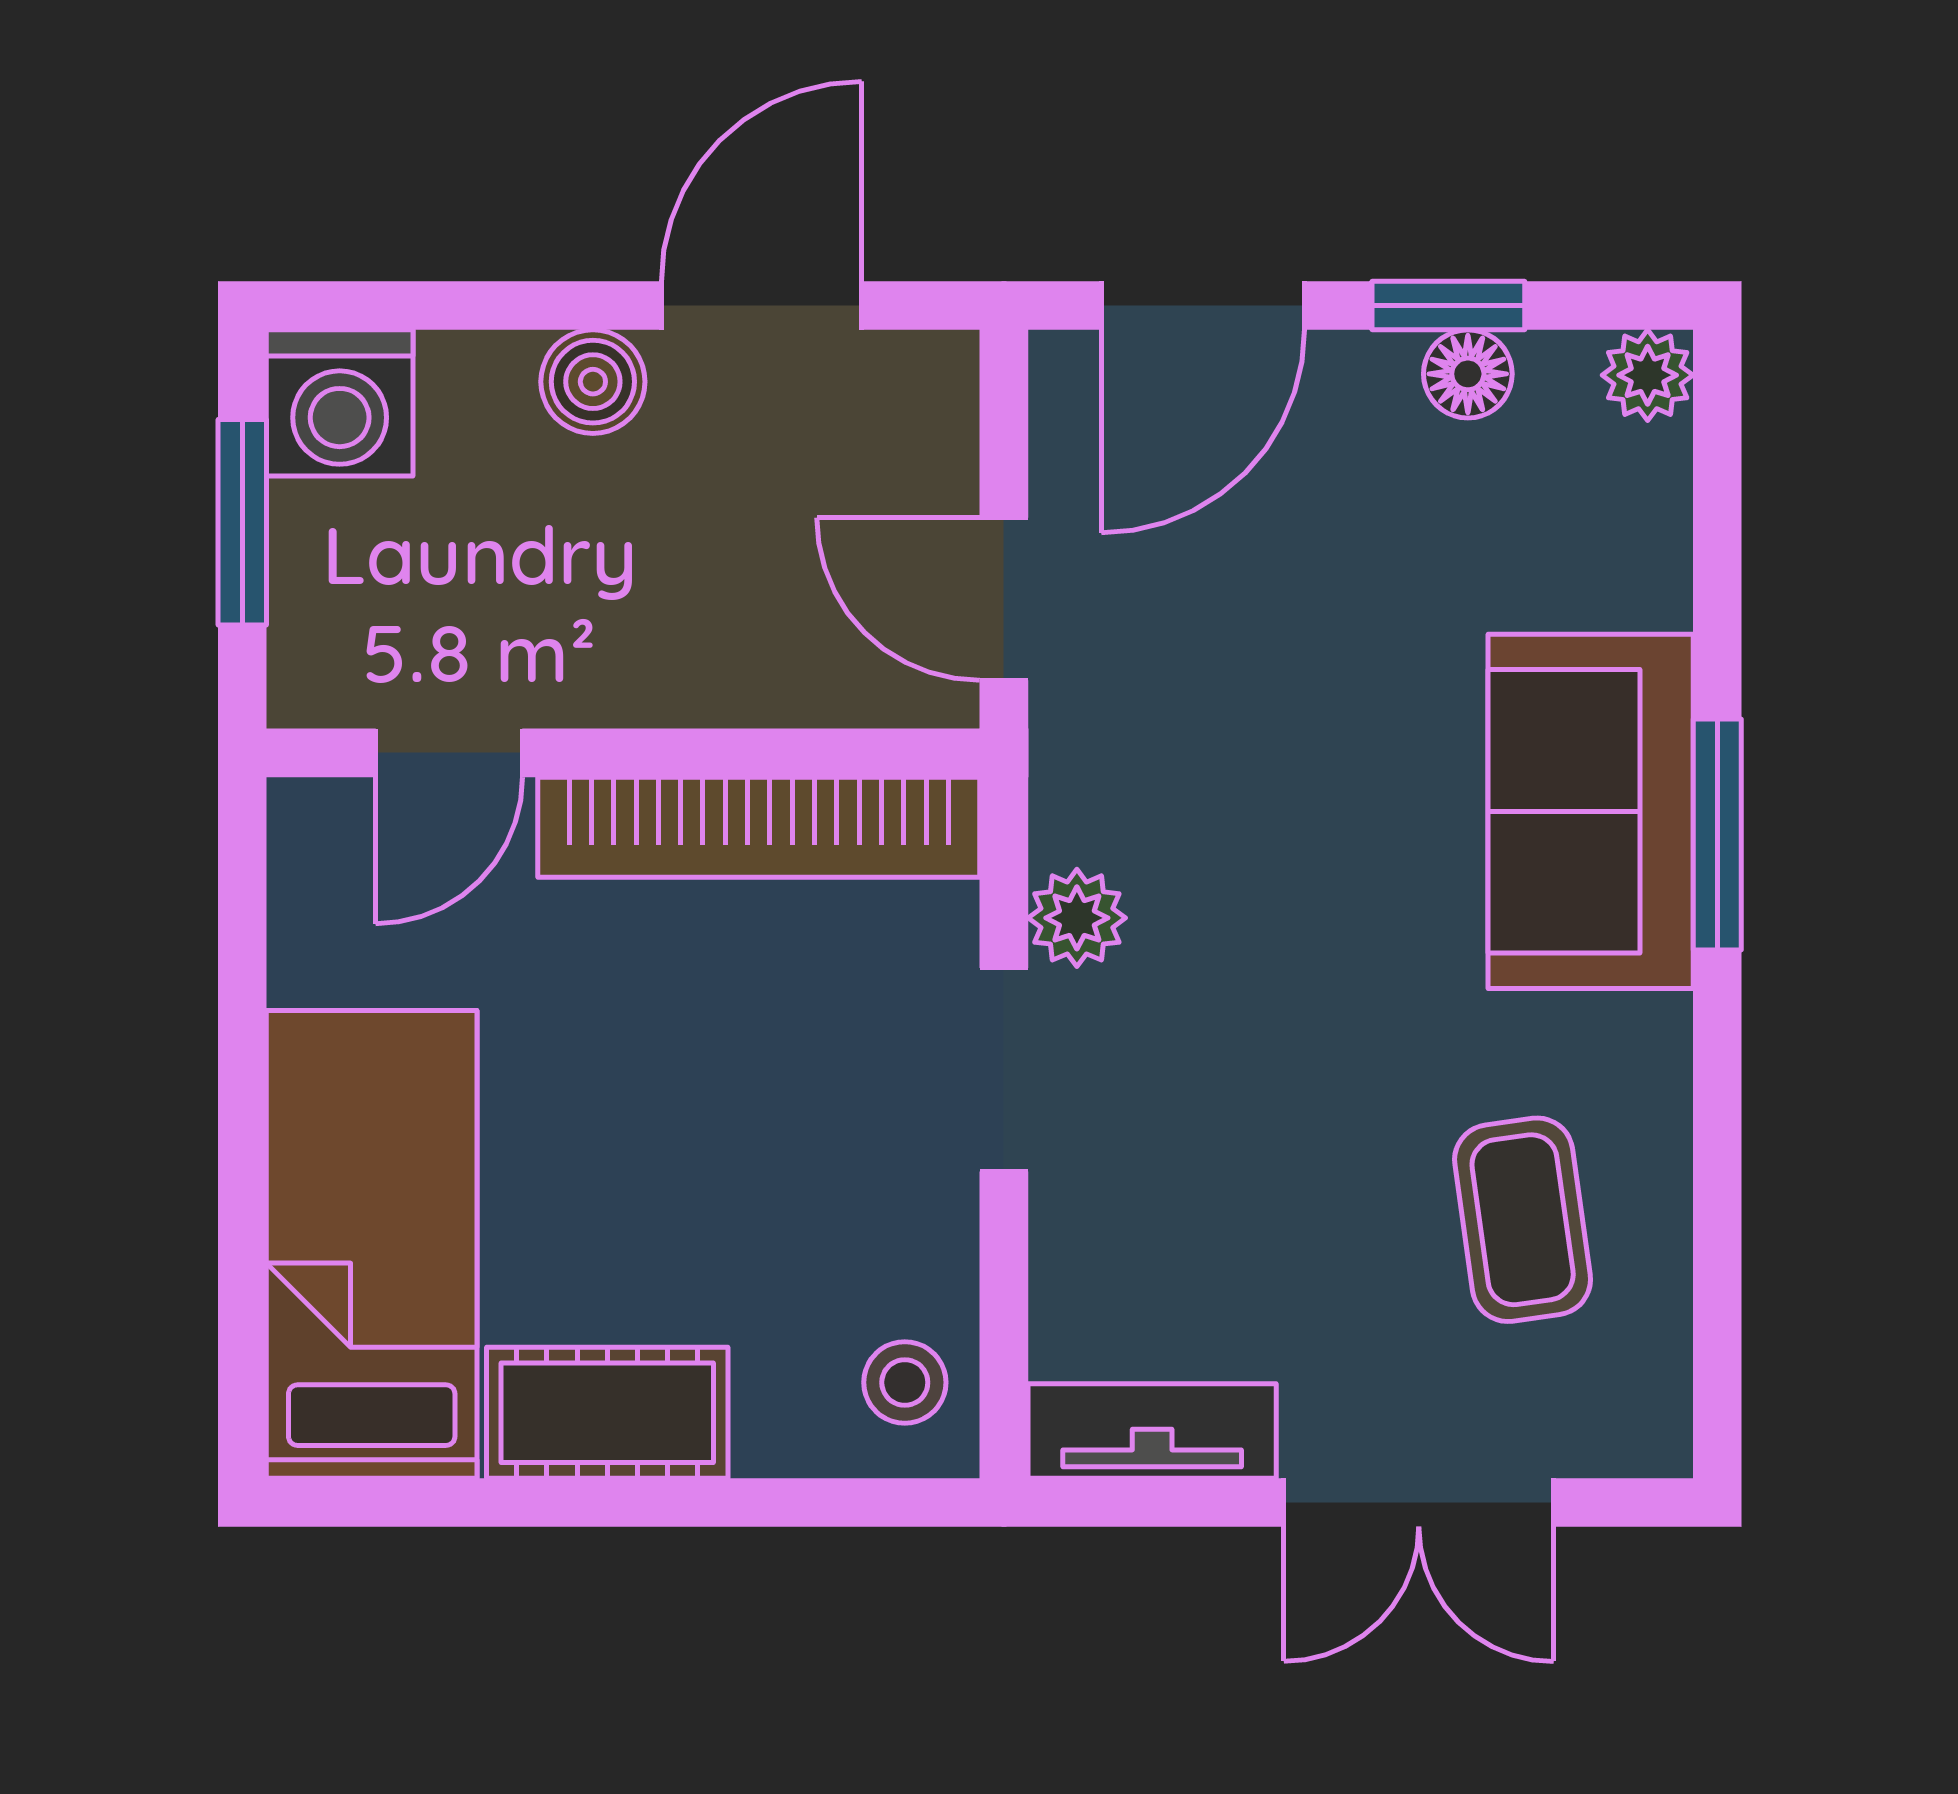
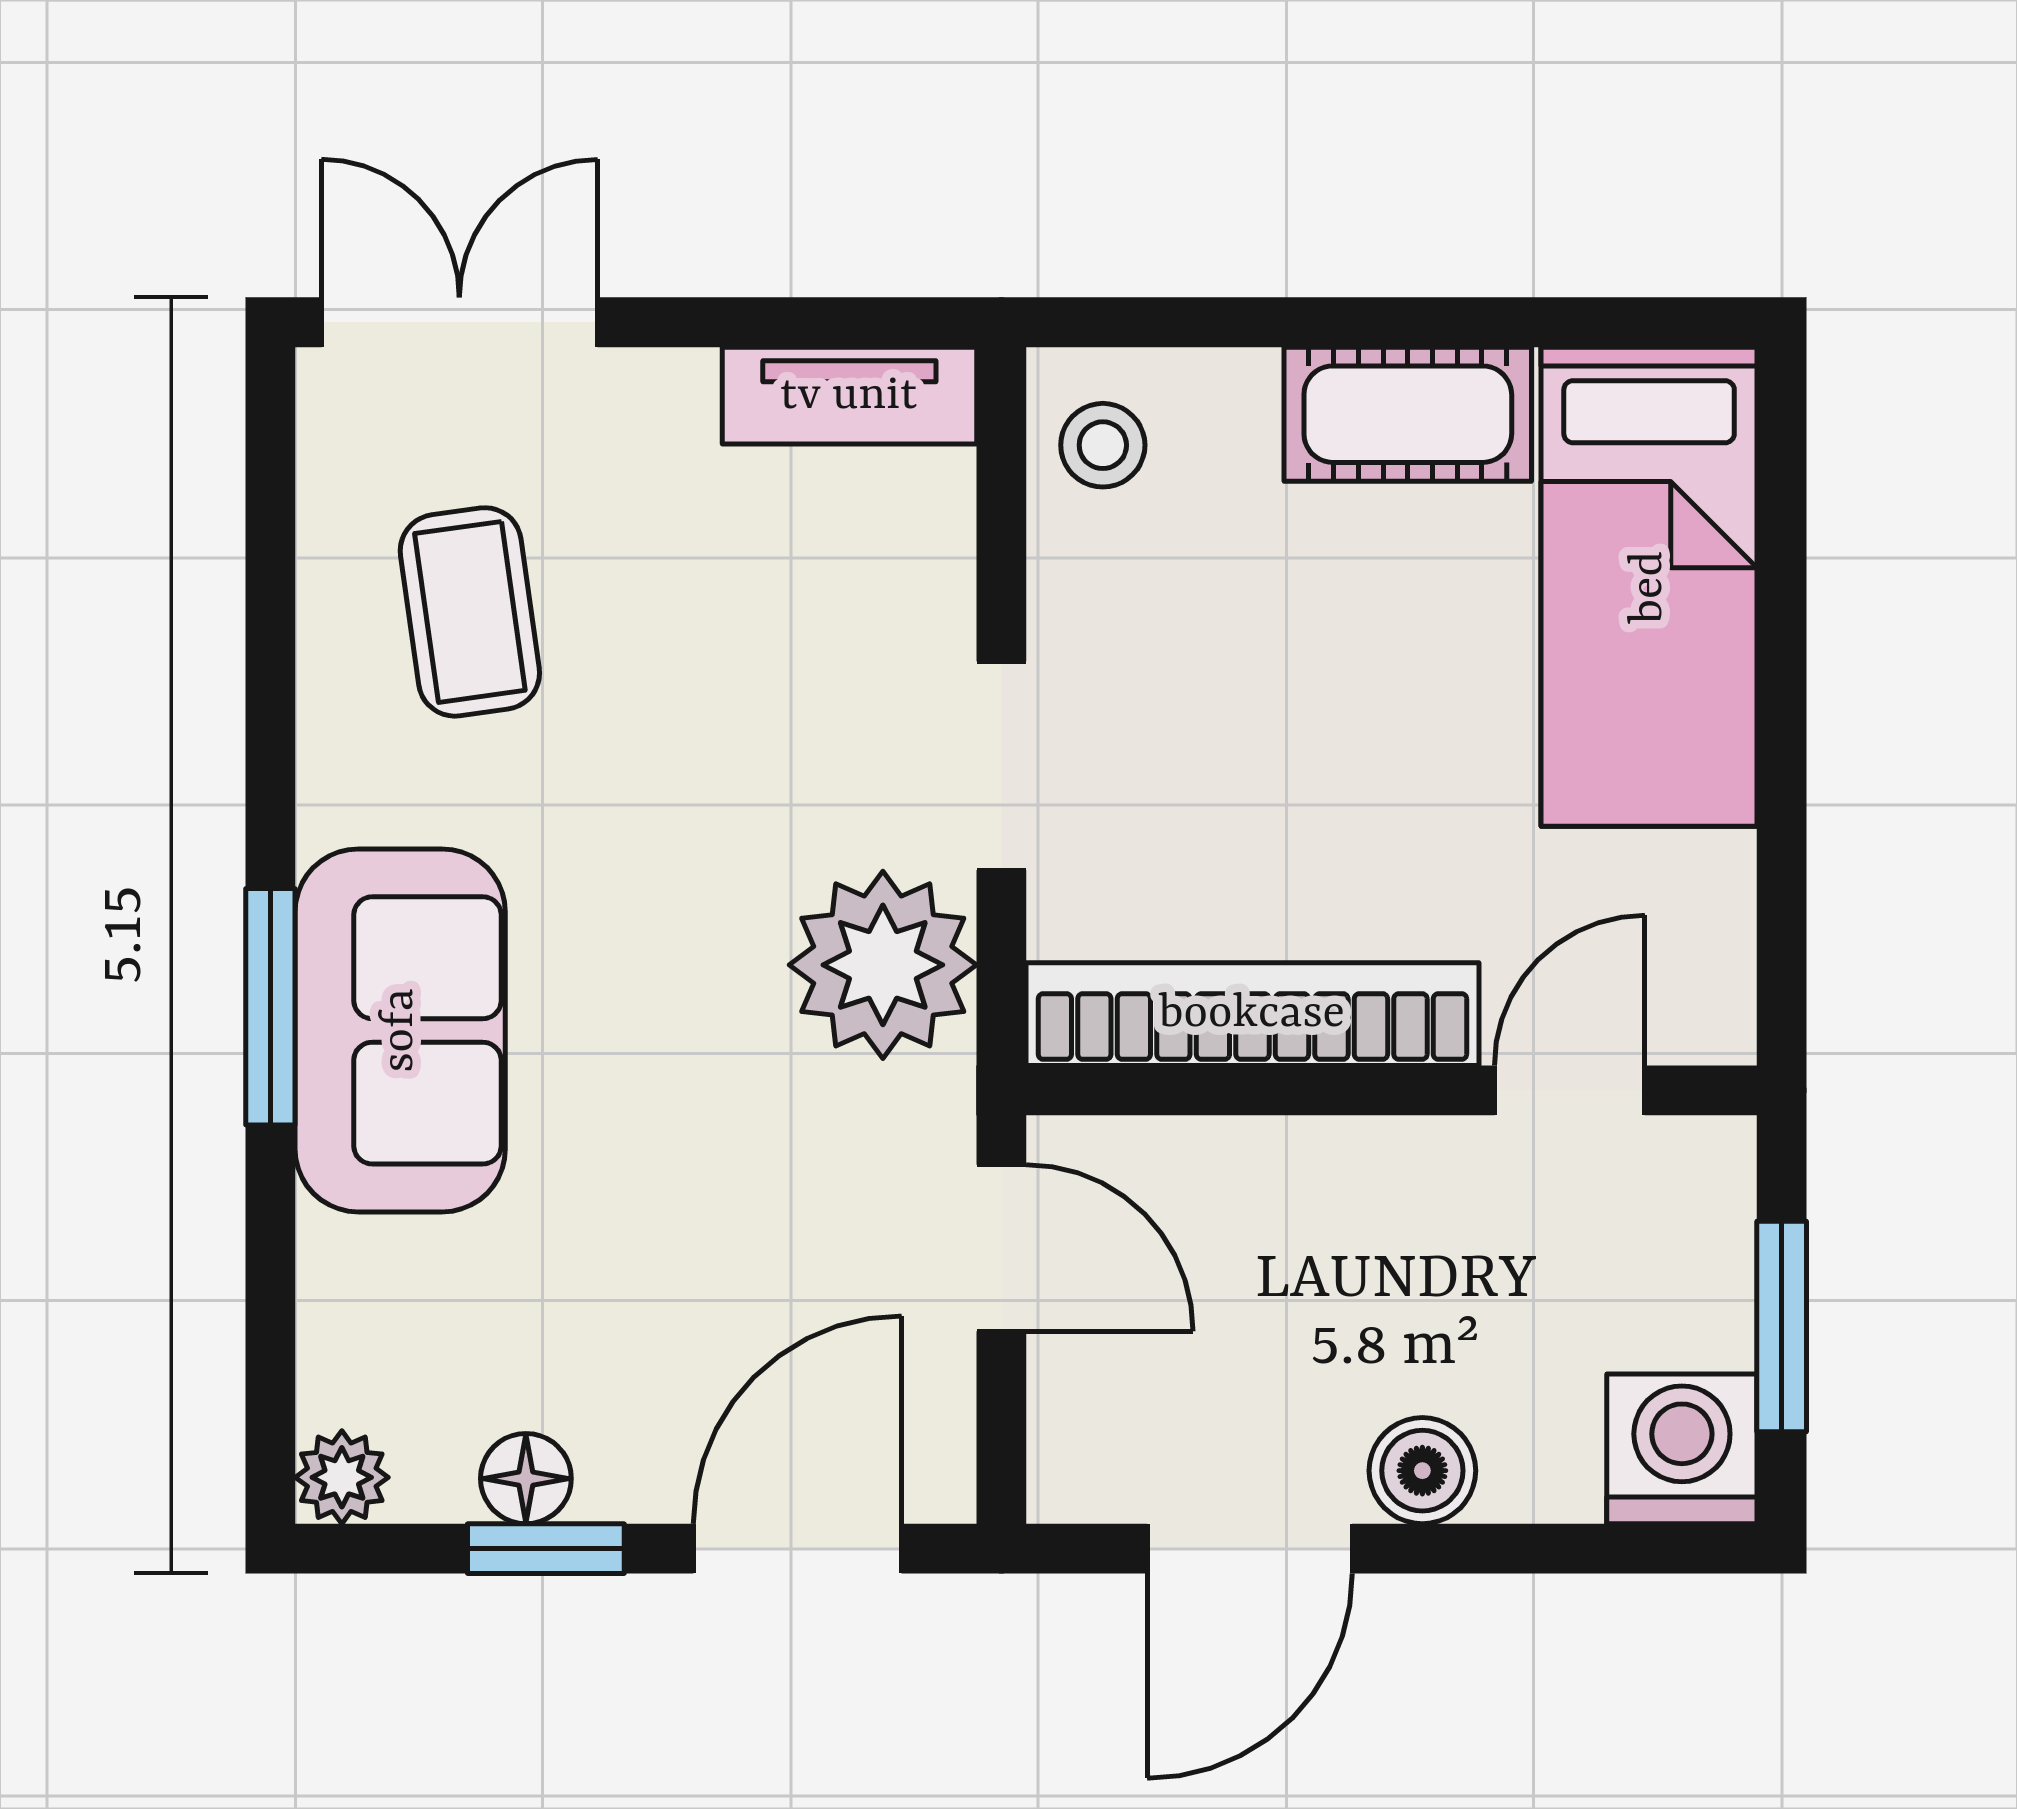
plant: (1077, 918) -> (883, 965), width x1.87, depth x1.87
double door: (1419, 1502) -> (459, 322), moved

